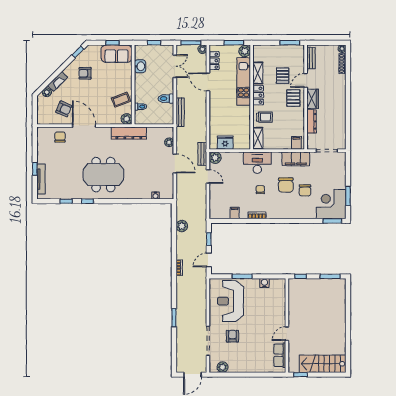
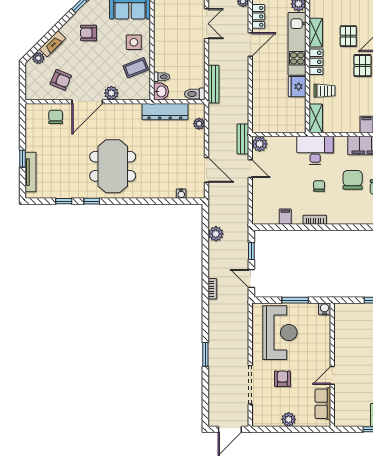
washbasin: (140, 66) -> (161, 91), moved
side table: (119, 80) -> (134, 42), added
door: (208, 82) -> (250, 45), swing flipped
toilet: (166, 99) -> (195, 94), moved
plant: (127, 119) -> (111, 93), moved
door: (84, 126) -> (87, 102), swing flipped
dresser: (129, 133) -> (165, 112), moved
fridge: (225, 143) -> (297, 87), moved, turned -90
door: (175, 163) -> (207, 170), moved
meeting table: (103, 175) -> (113, 166), turned 90
chair: (286, 185) -> (353, 180), turned 180
door: (209, 260) -> (251, 279), hinge flipped
reception desk: (231, 301) -> (280, 333), turned 180
wall: (287, 325) -> (332, 365), moved
door: (287, 334) -> (332, 375), moved
row of seats: (280, 355) -> (323, 404), moved
plant: (222, 367) -> (289, 419), moved

